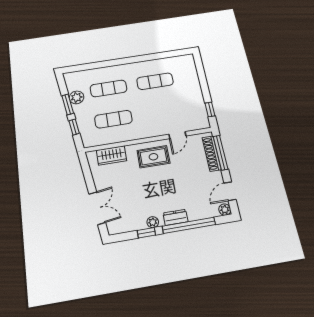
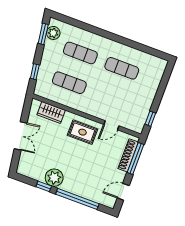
plant: (77, 97) -> (53, 33), moved
window: (68, 104) -> (43, 34), moved
double door: (97, 208) -> (21, 136), moved
plant: (225, 210) -> (111, 203), removed
dresser: (175, 217) -> (71, 188), removed
plant: (153, 222) -> (54, 178), width x1.88, depth x1.88

